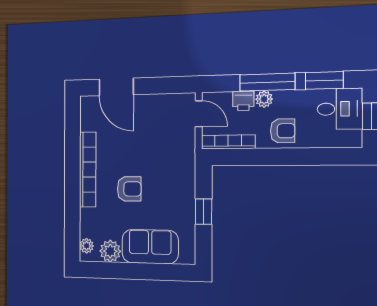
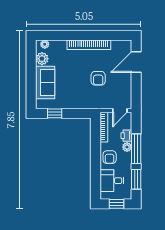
desk: (340, 109) -> (112, 181), moved, turned 90
armchair: (129, 189) -> (98, 78), moved
window: (204, 211) -> (55, 113), moved

